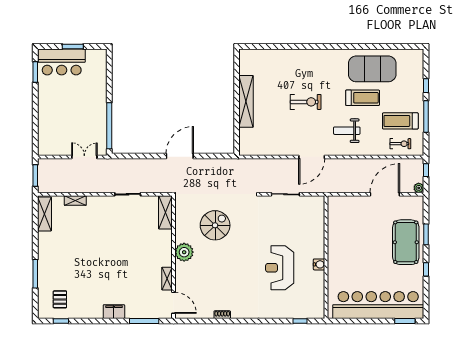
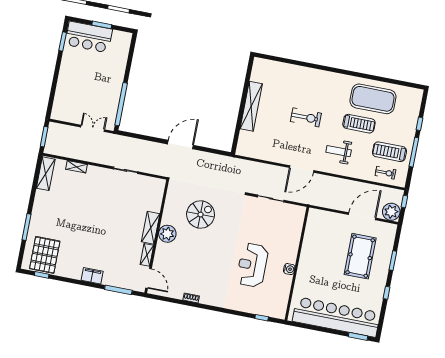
plant: (419, 188) -> (391, 212), width x1.87, depth x1.87
shelving: (165, 212) -> (151, 228), moved
pool table: (406, 242) -> (360, 256), moved
pallet: (60, 299) -> (45, 255), width x2.05, depth x2.00

